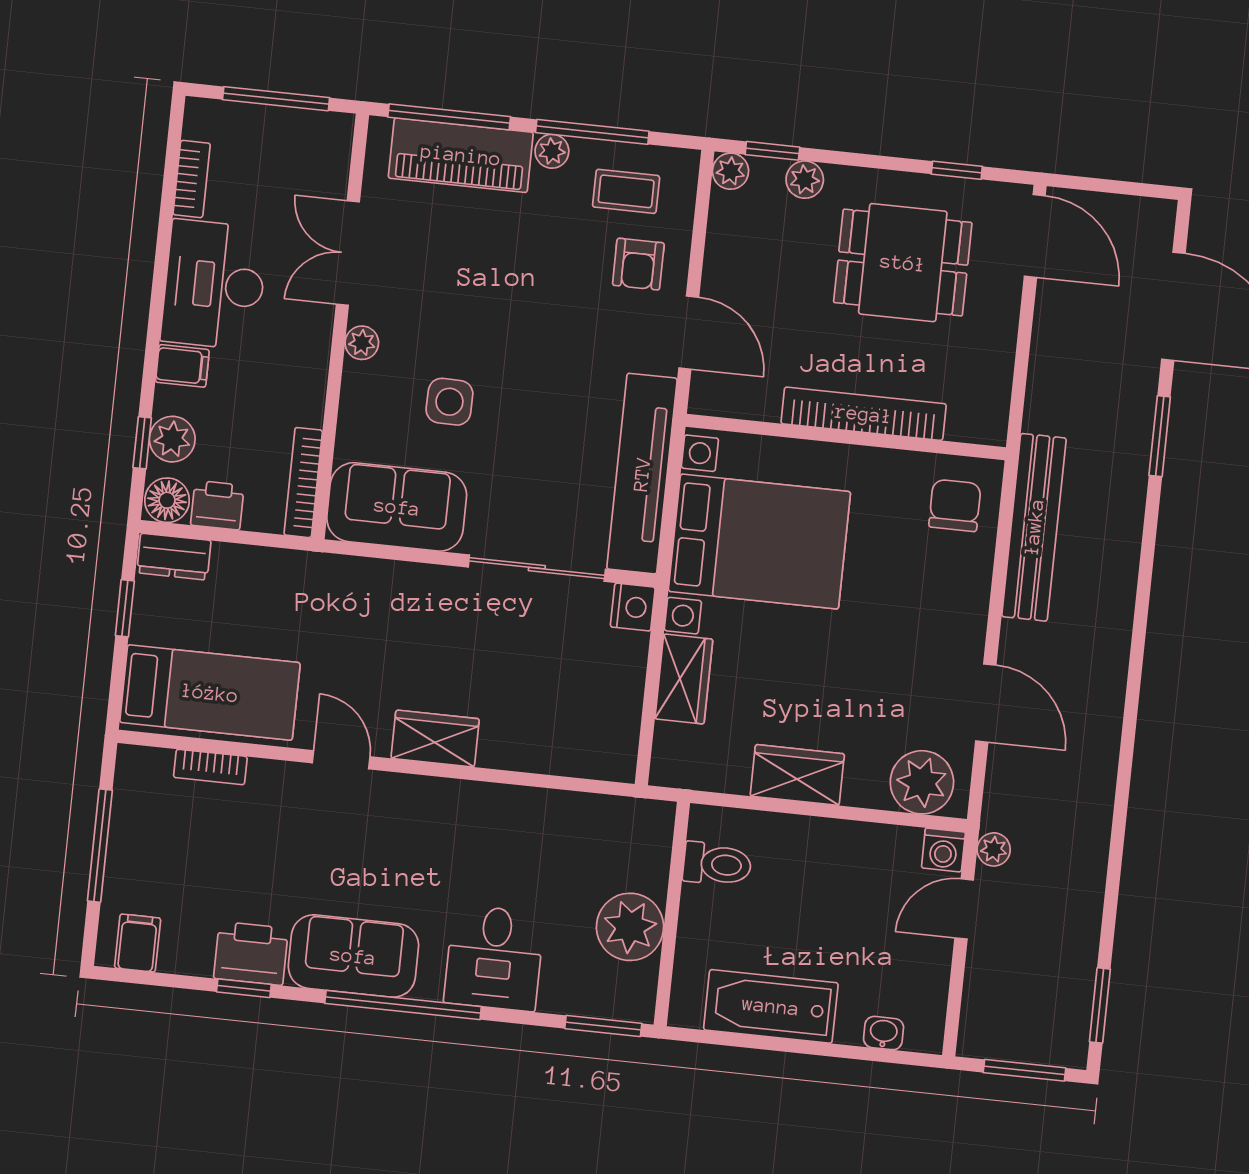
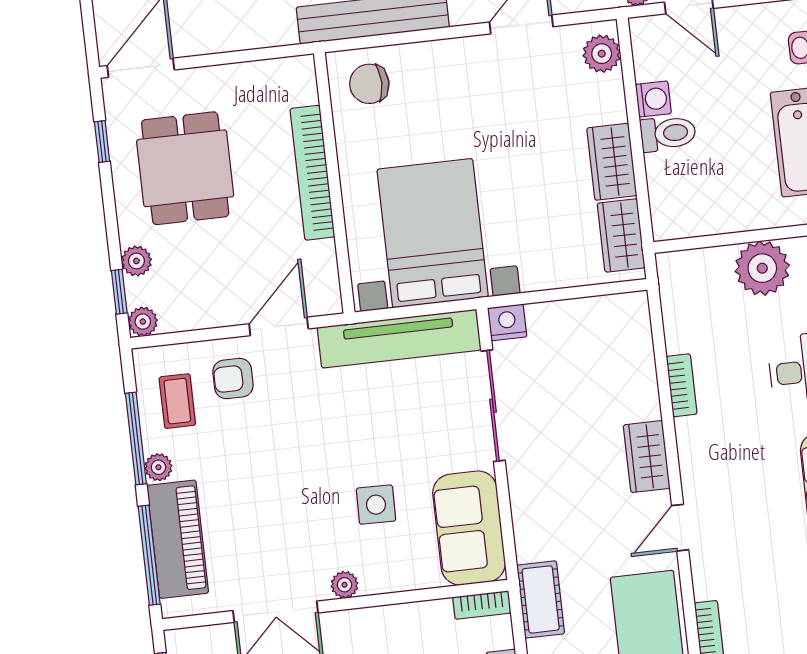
armchair: (638, 264) -> (233, 379), turned 180
bookcase: (303, 483) -> (482, 605), width x0.64
cot: (292, 574) -> (541, 599), added
wardrobe: (684, 679) -> (621, 235), moved, turned -90
plant: (922, 782) -> (602, 54), width x0.73, depth x0.73
bookcase: (511, 799) -> (682, 385), added
washing machine: (943, 850) -> (653, 99), moved
toilet: (717, 864) -> (668, 133), moved, turned 90

